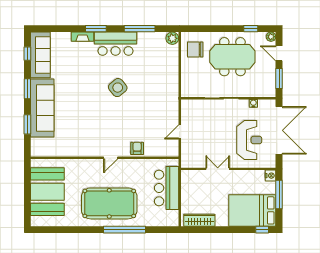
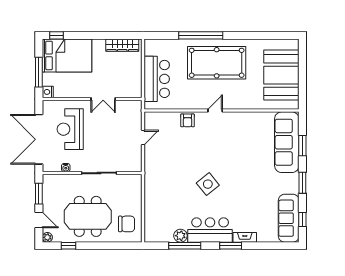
plant: (172, 38) -> (180, 236), moved
sofa: (42, 108) -> (287, 142), moved

